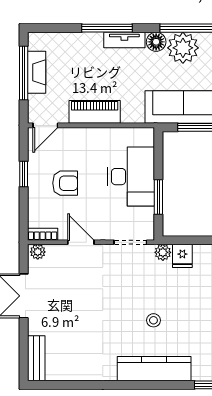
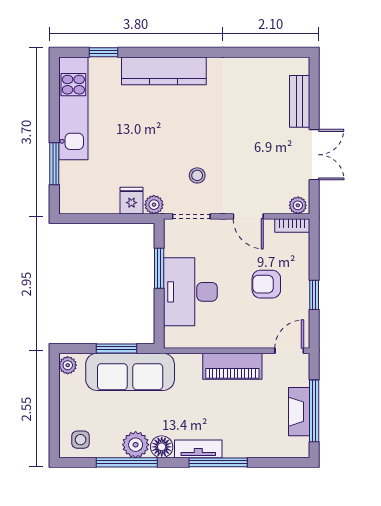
plant: (183, 48) -> (136, 445), width x0.73, depth x0.73
stool: (153, 320) -> (197, 175), moved
bench: (36, 358) -> (300, 101), moved

